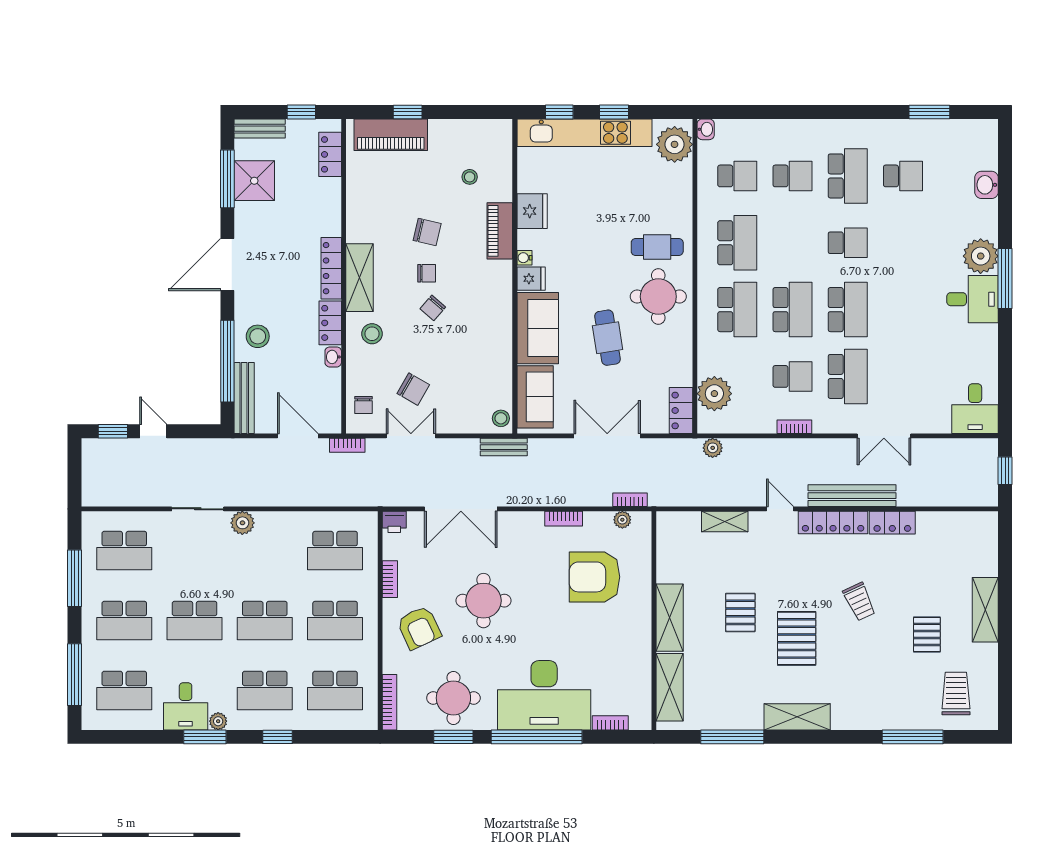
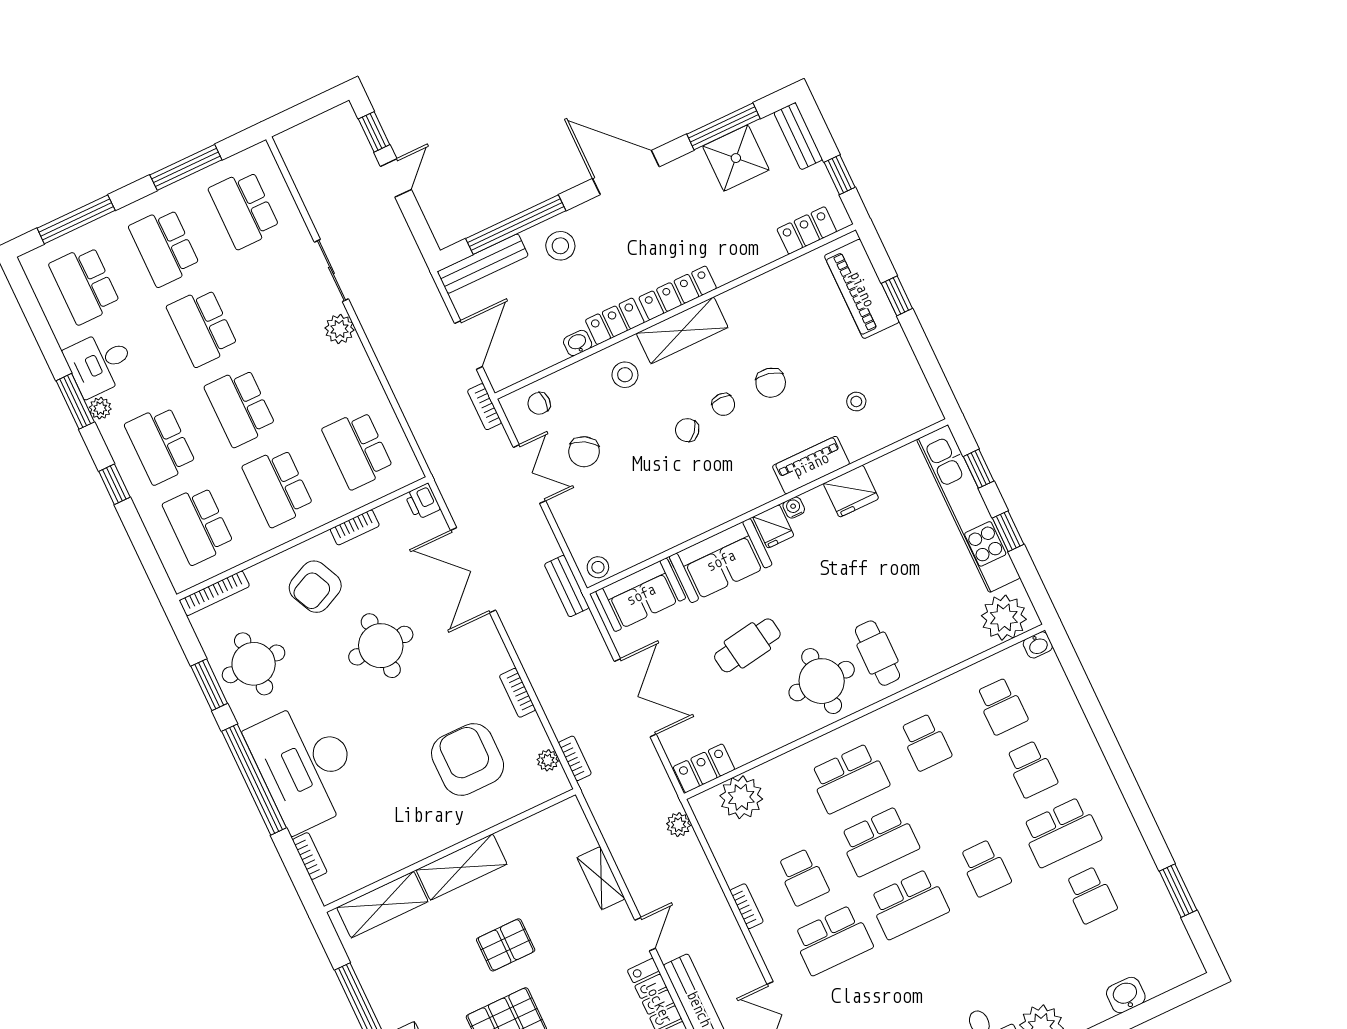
school desk: (737, 243) -> (925, 742), width x0.54

